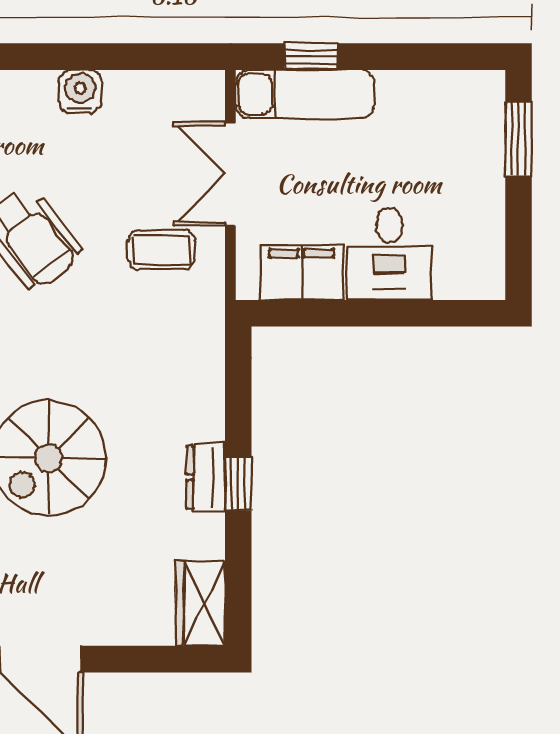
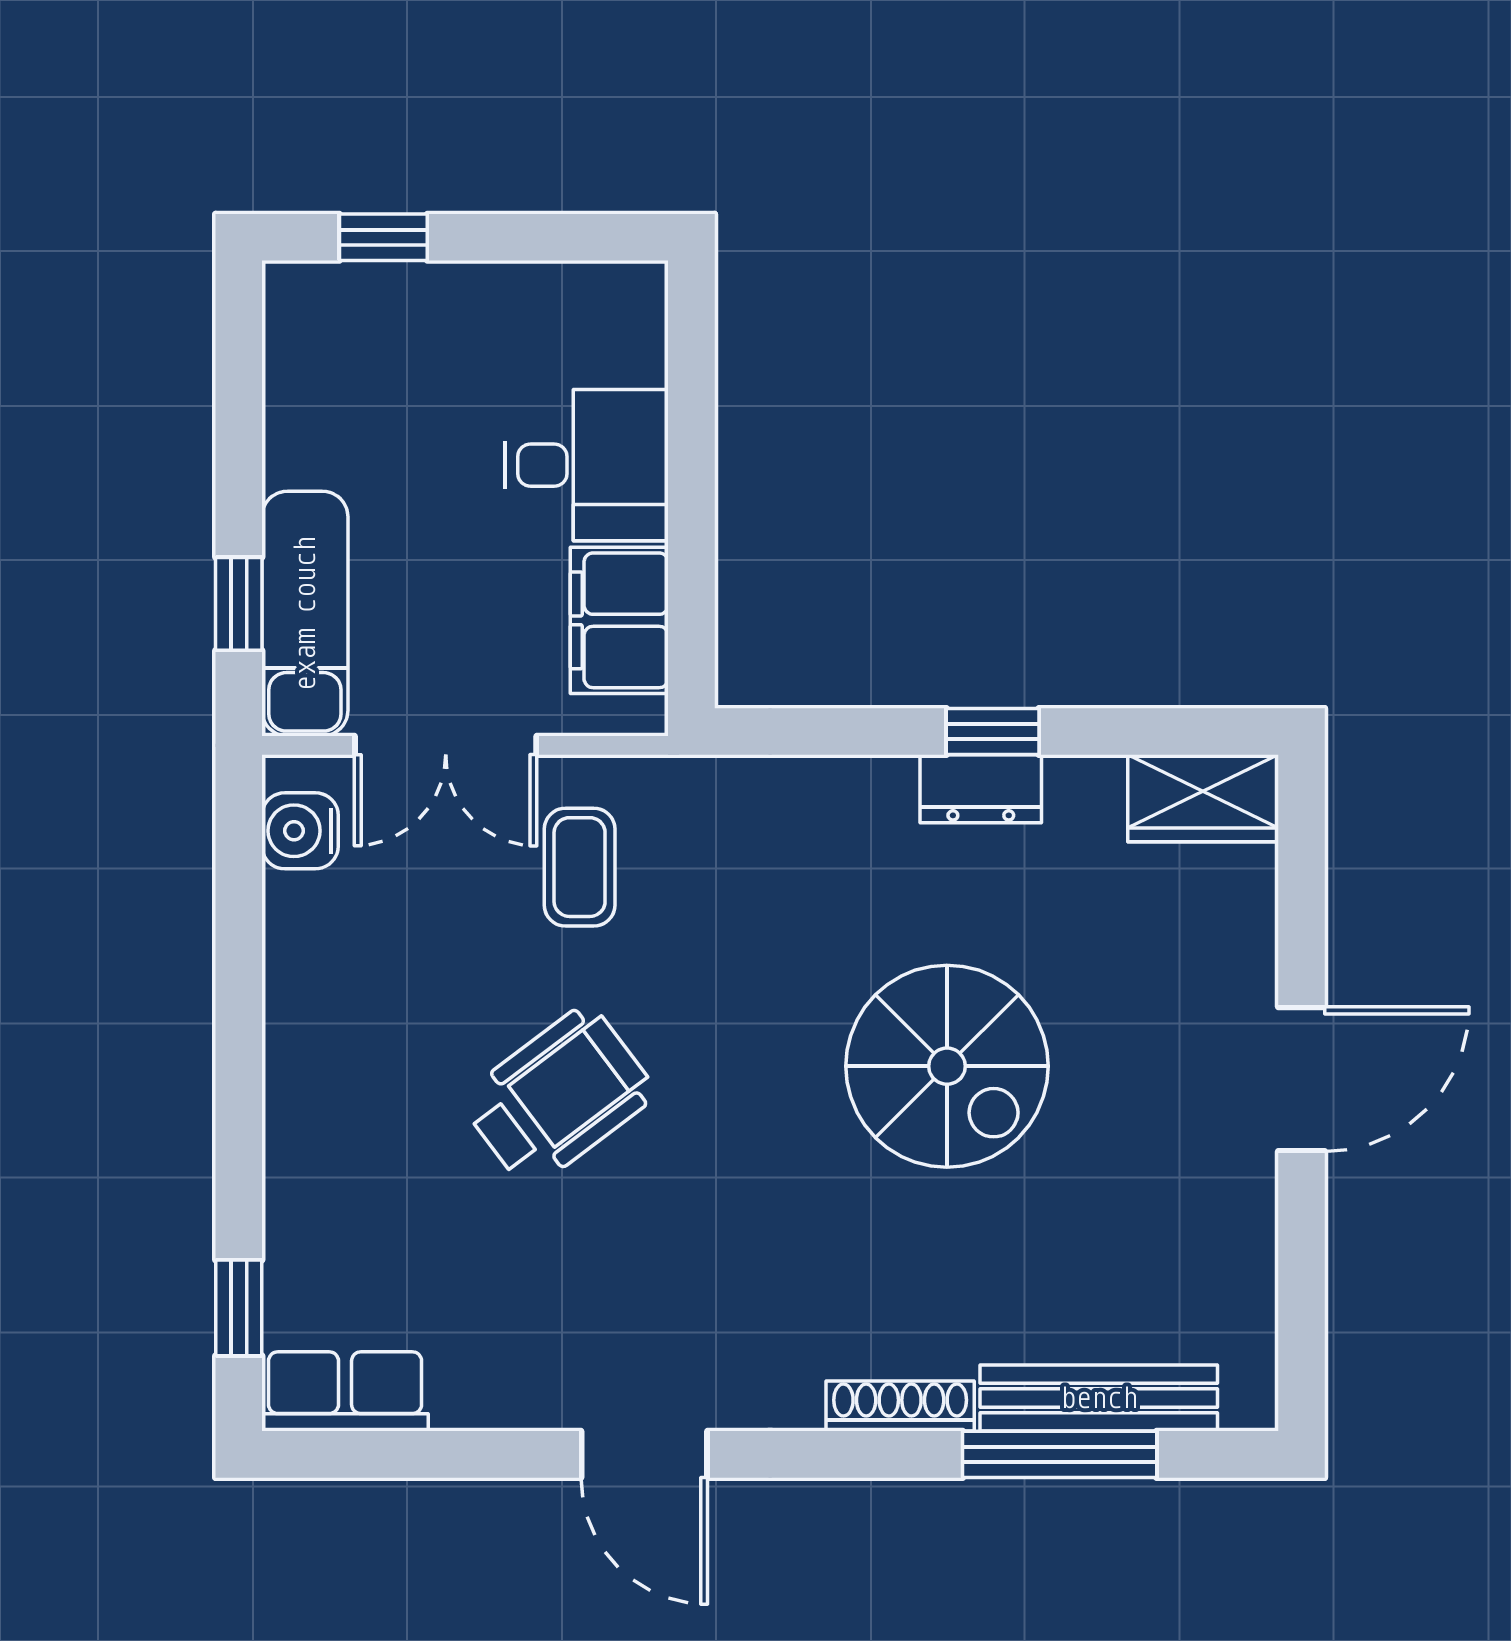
water cooler: (80, 91) -> (300, 831), moved
window: (519, 139) -> (383, 237), width x0.67

